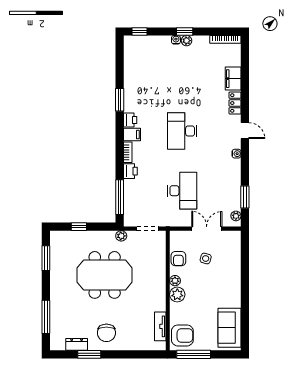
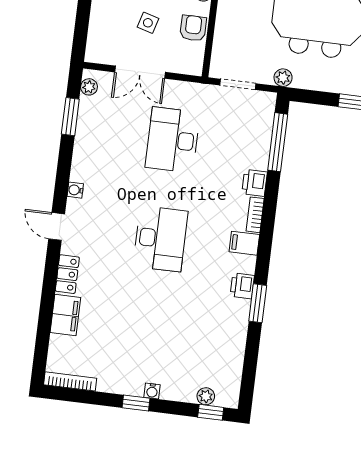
plant: (187, 41) -> (206, 396), moved
printer: (130, 120) -> (242, 286), moved

